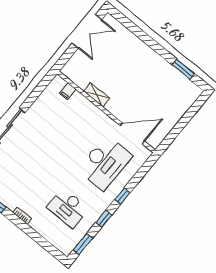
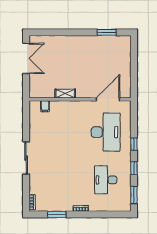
desk: (68, 208) -> (106, 180), turned 90

